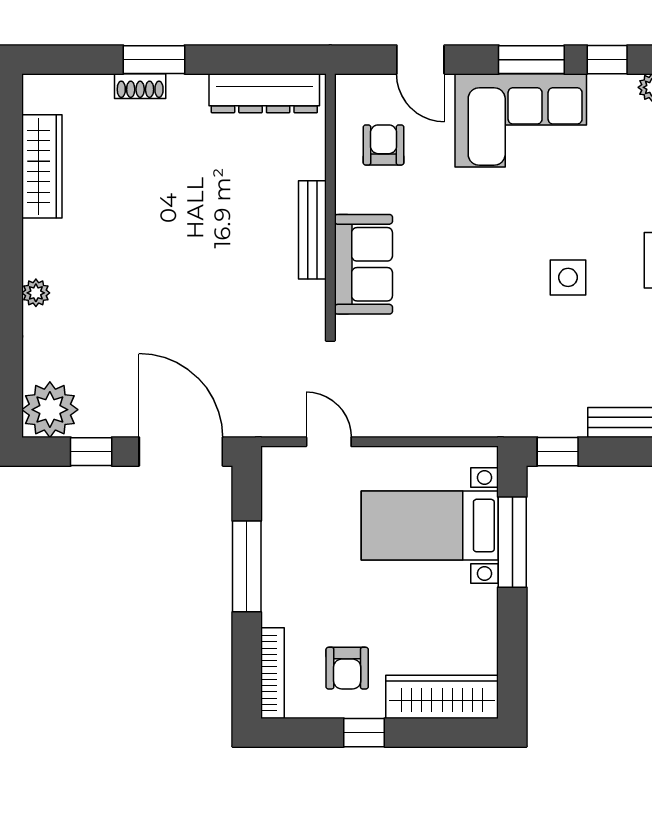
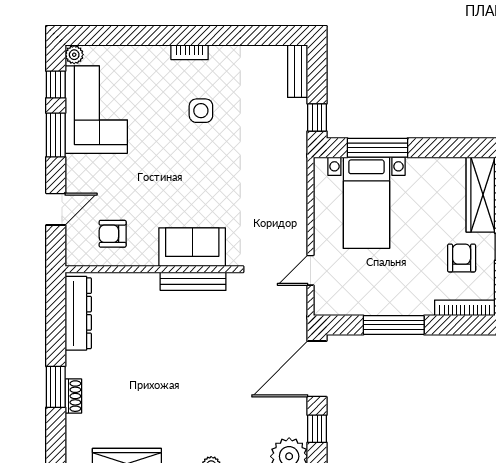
corner sofa: (521, 120) -> (96, 110), moved
bench: (312, 230) -> (193, 281), moved
armchair: (347, 668) -> (462, 258), turned -90

